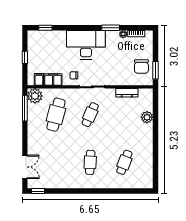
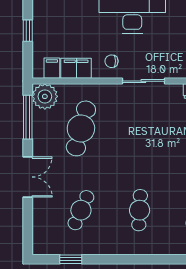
cafe table: (90, 115) -> (81, 210), moved
double door: (25, 167) -> (28, 177), moved
window: (38, 191) -> (71, 259), moved

